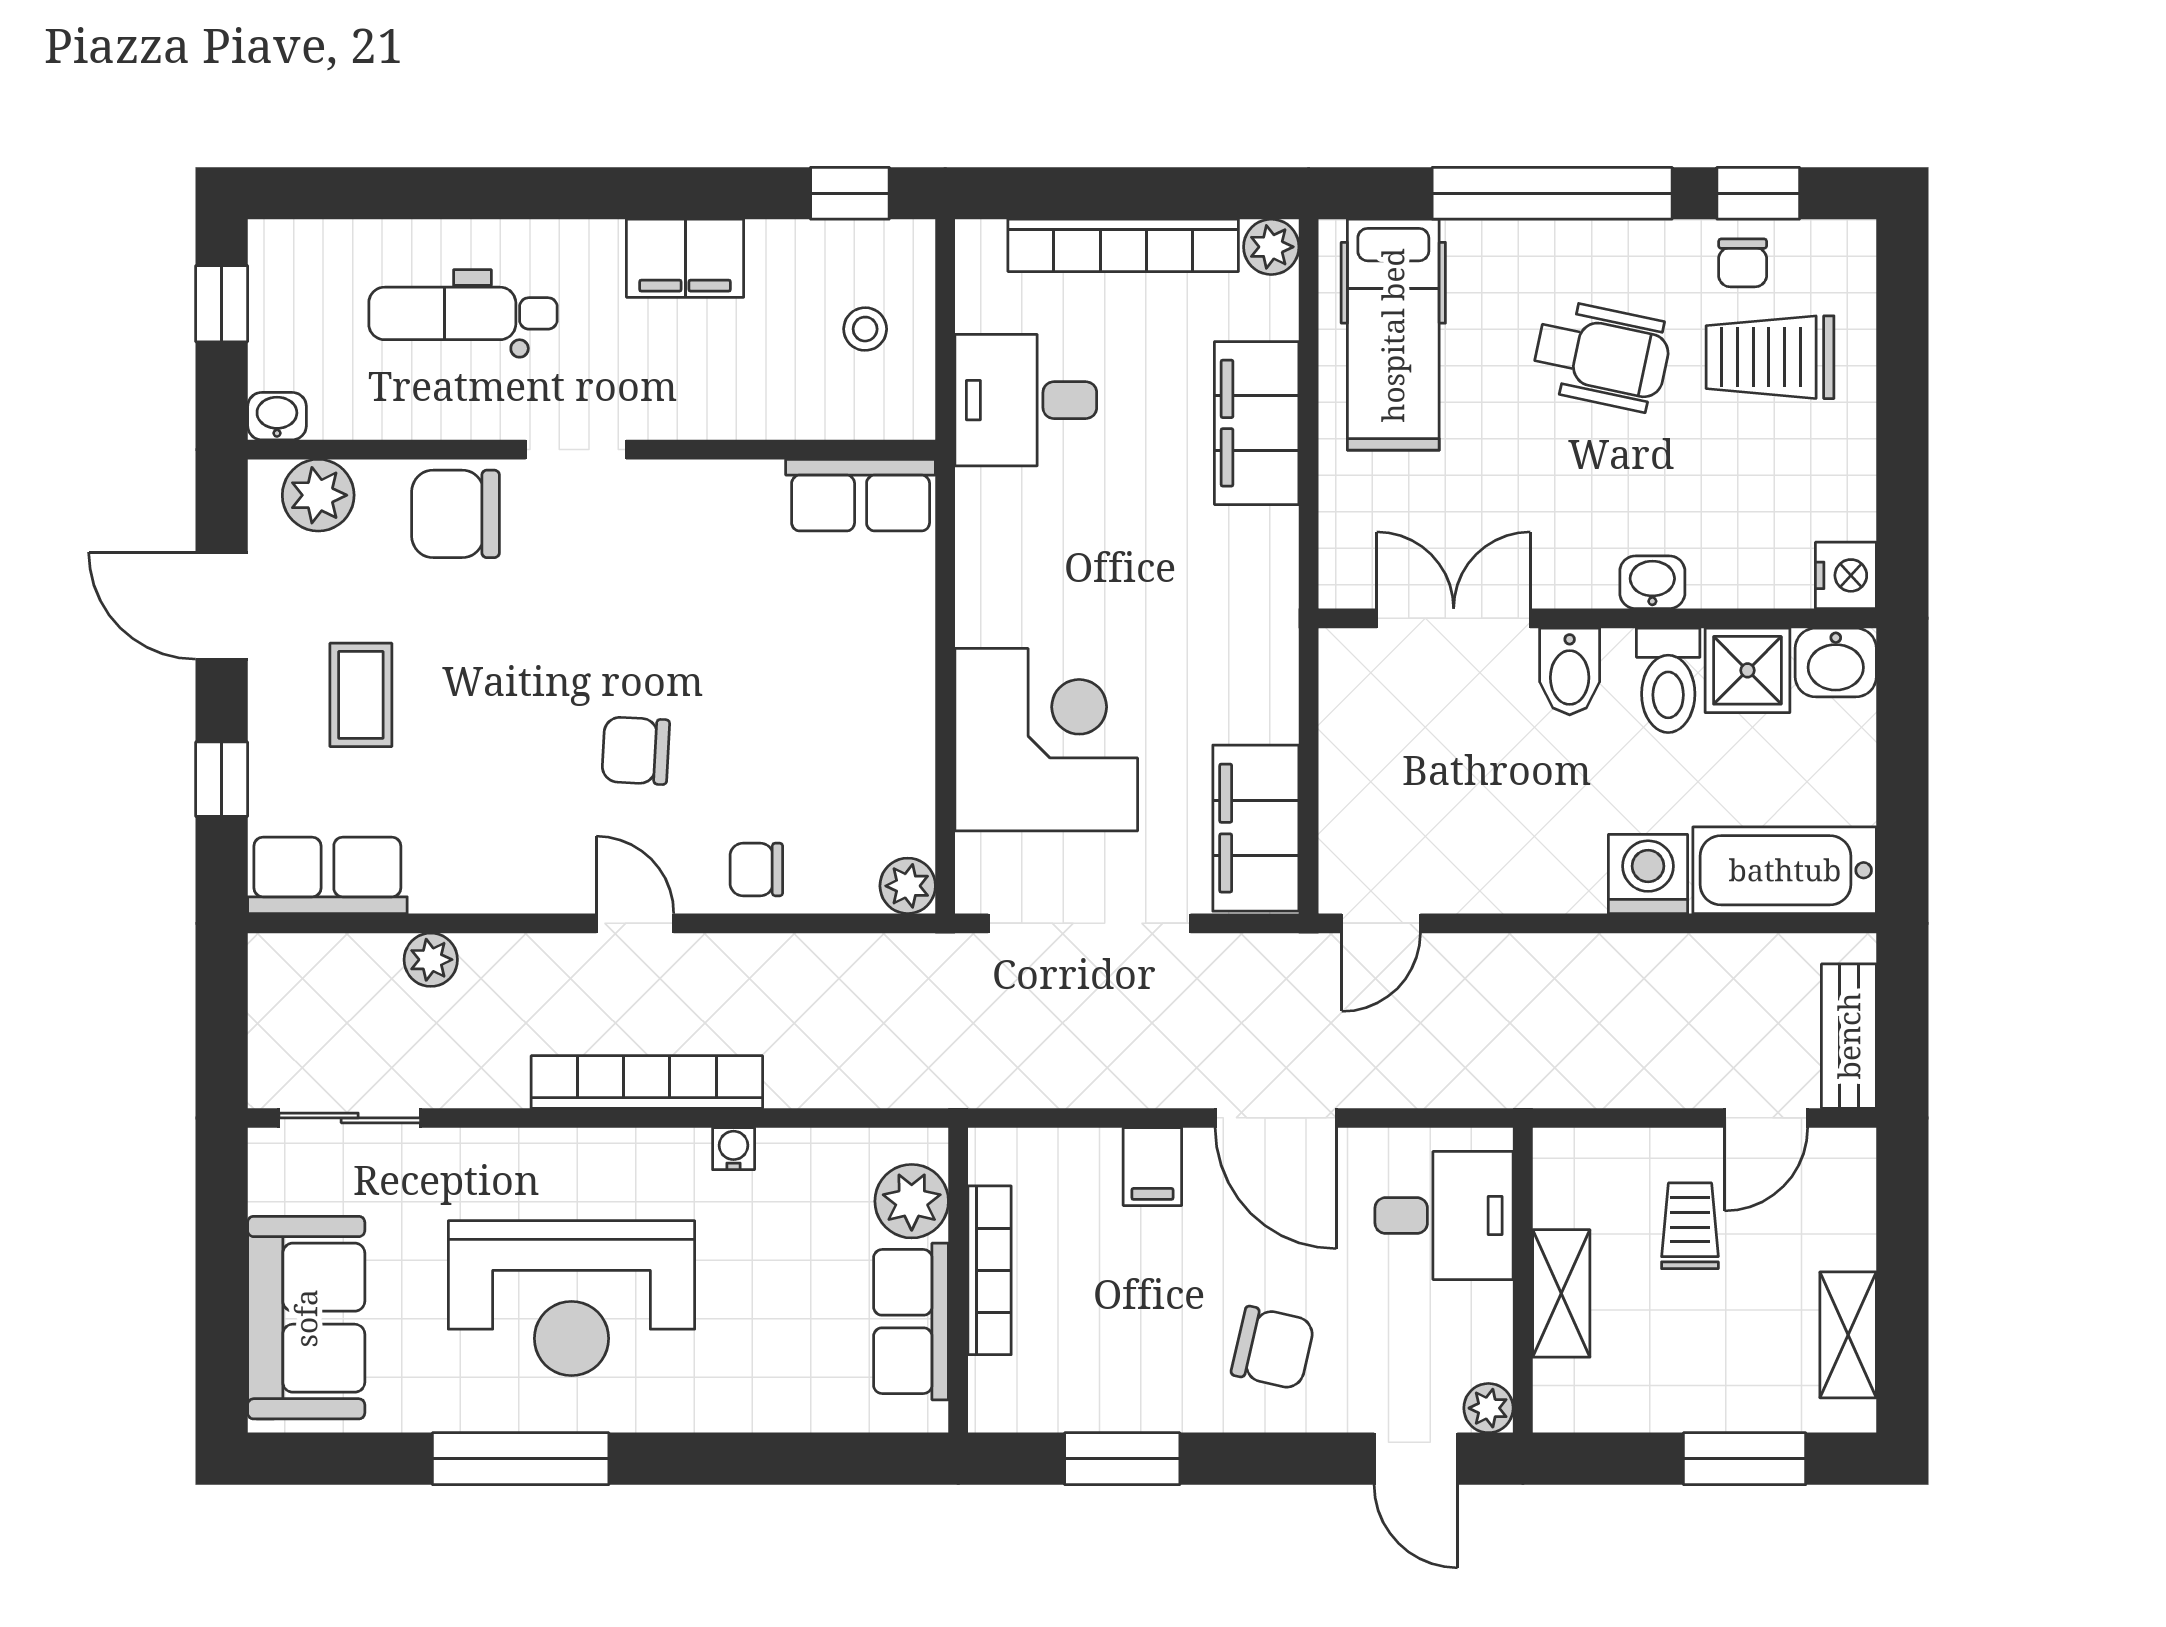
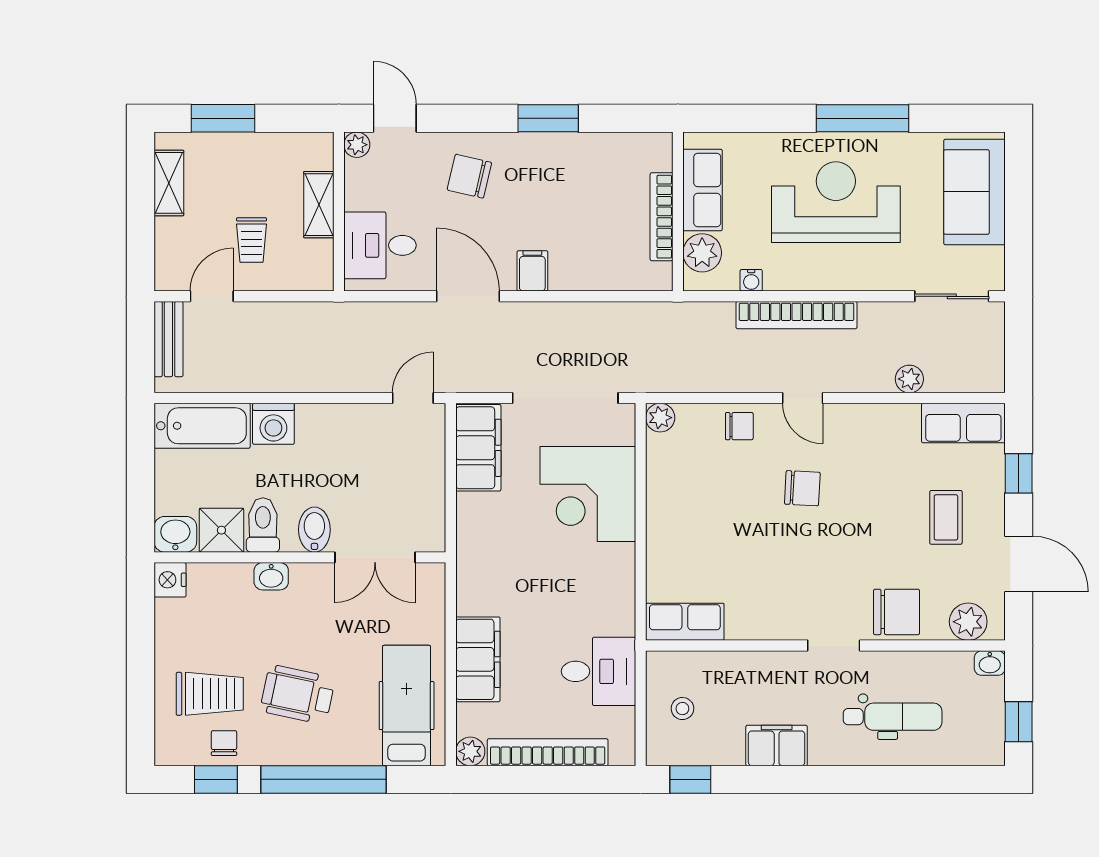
plant: (912, 1201) -> (702, 253), moved
bookcase: (990, 1270) -> (662, 217), moved
wall: (958, 1280) -> (678, 212), moved
row of seats: (911, 1322) -> (703, 190), moved

